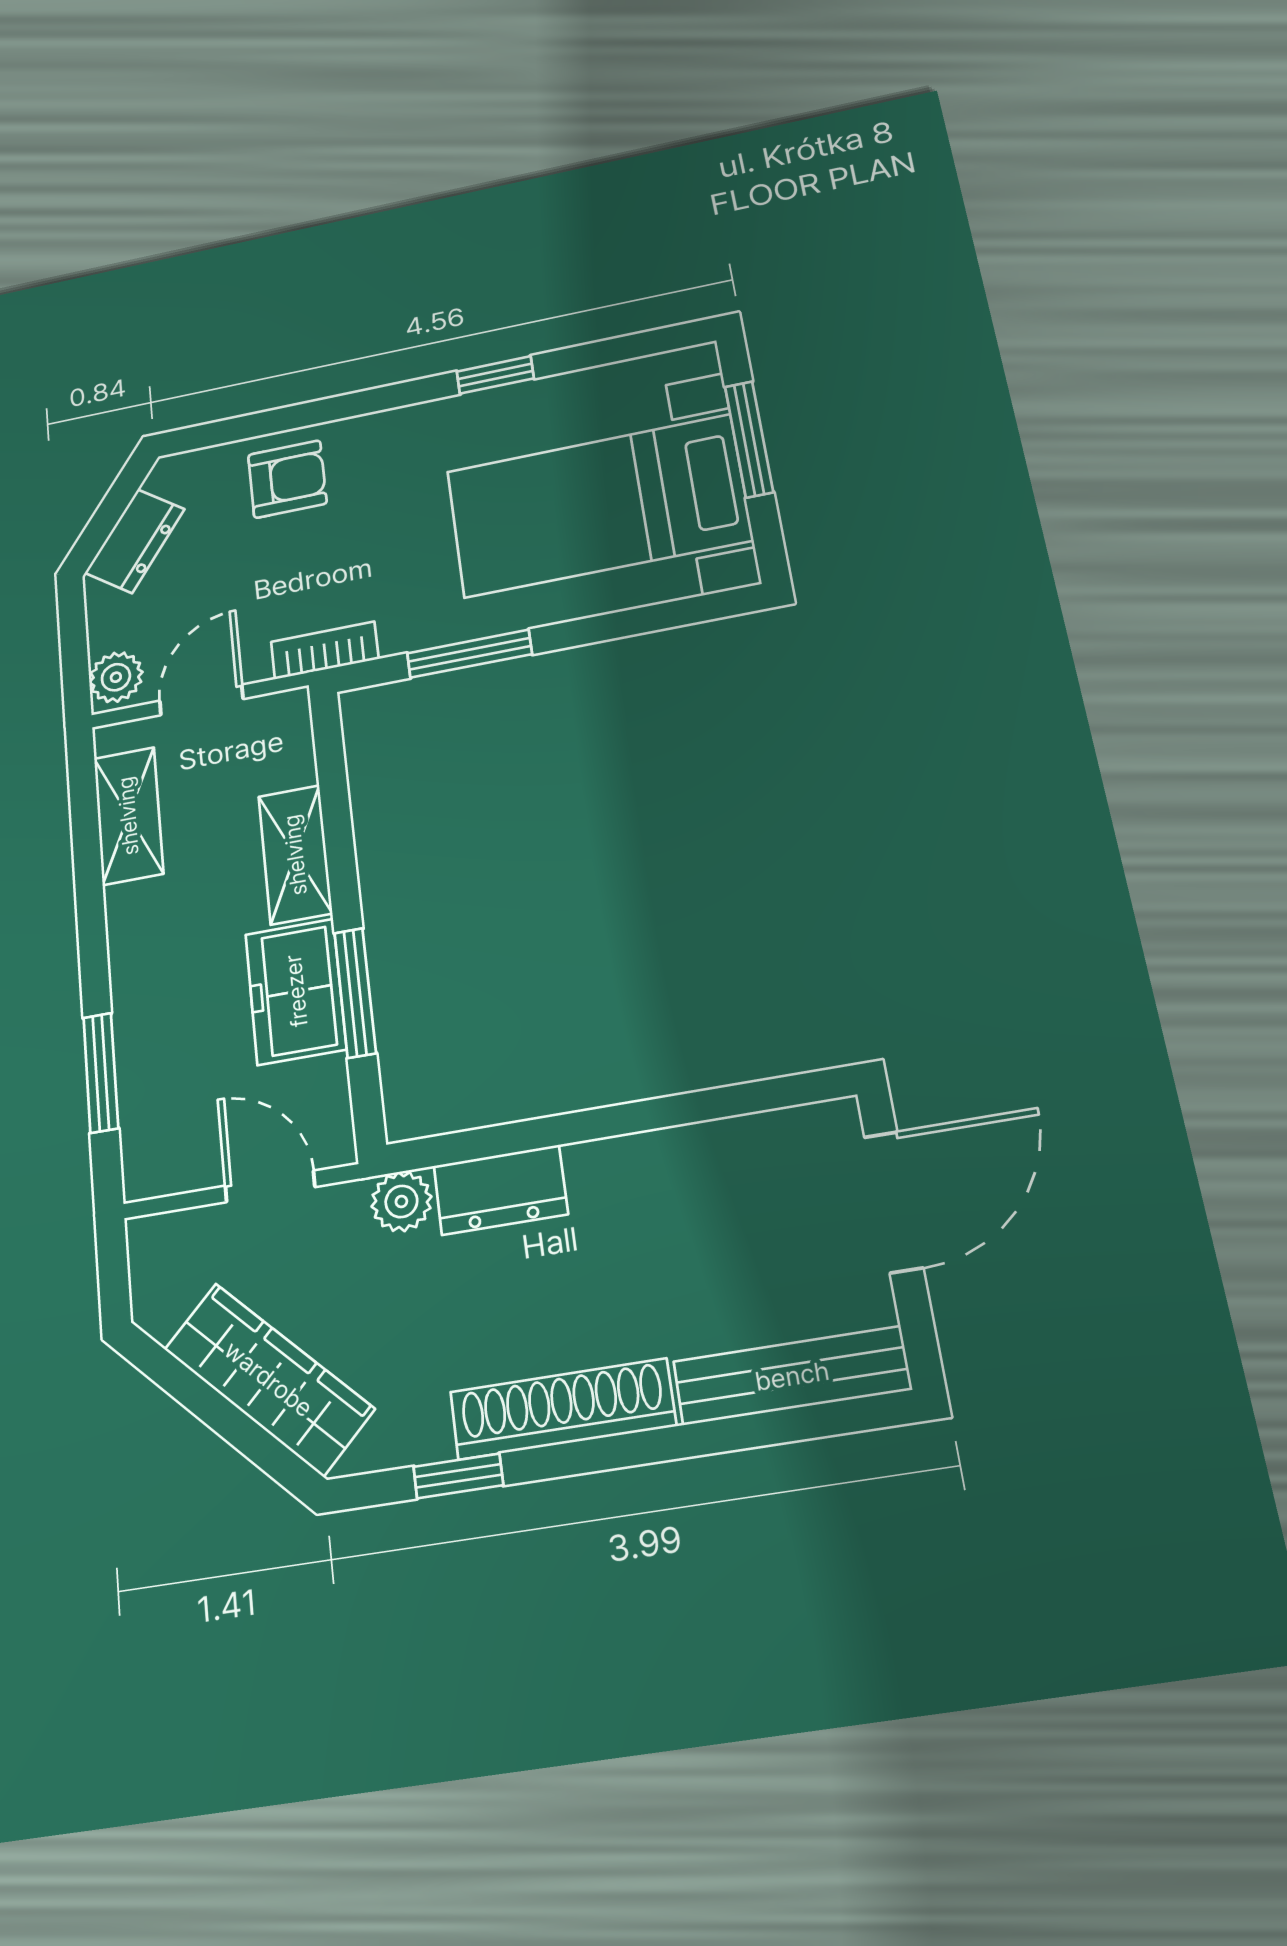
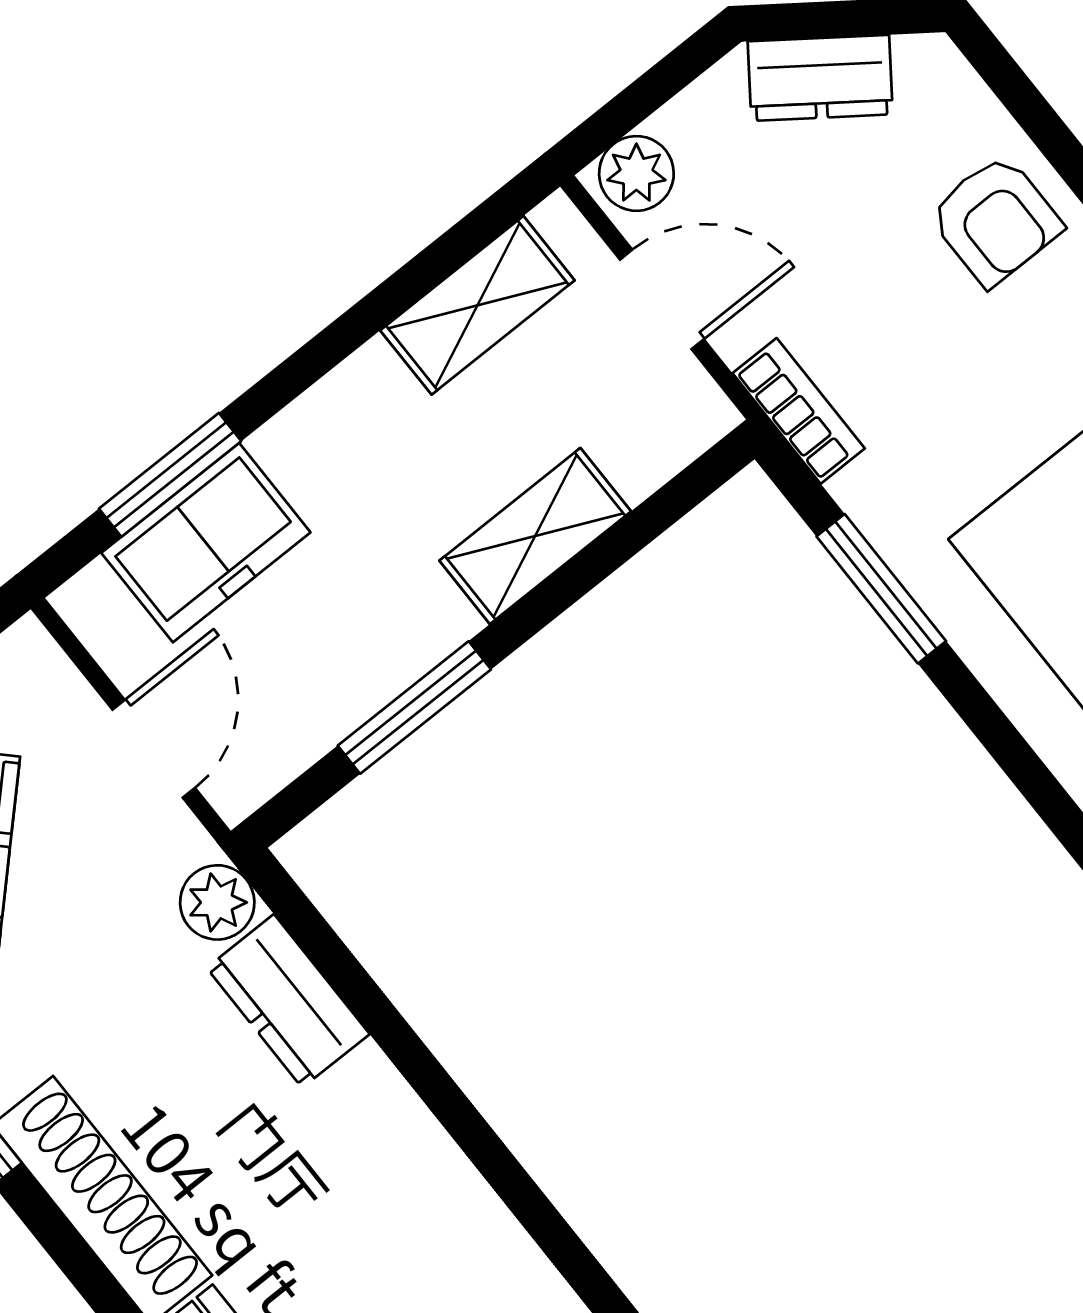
freezer: (296, 991) -> (206, 543), moved, turned 180

